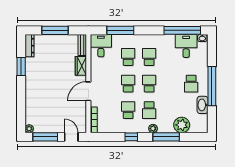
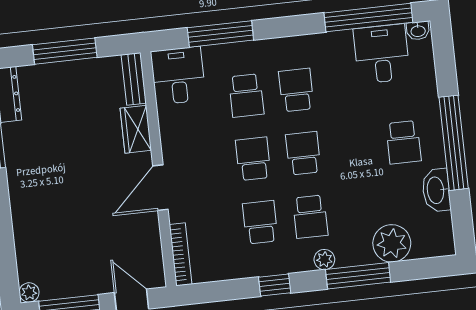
school desk: (128, 57) -> (246, 95), turned 180

